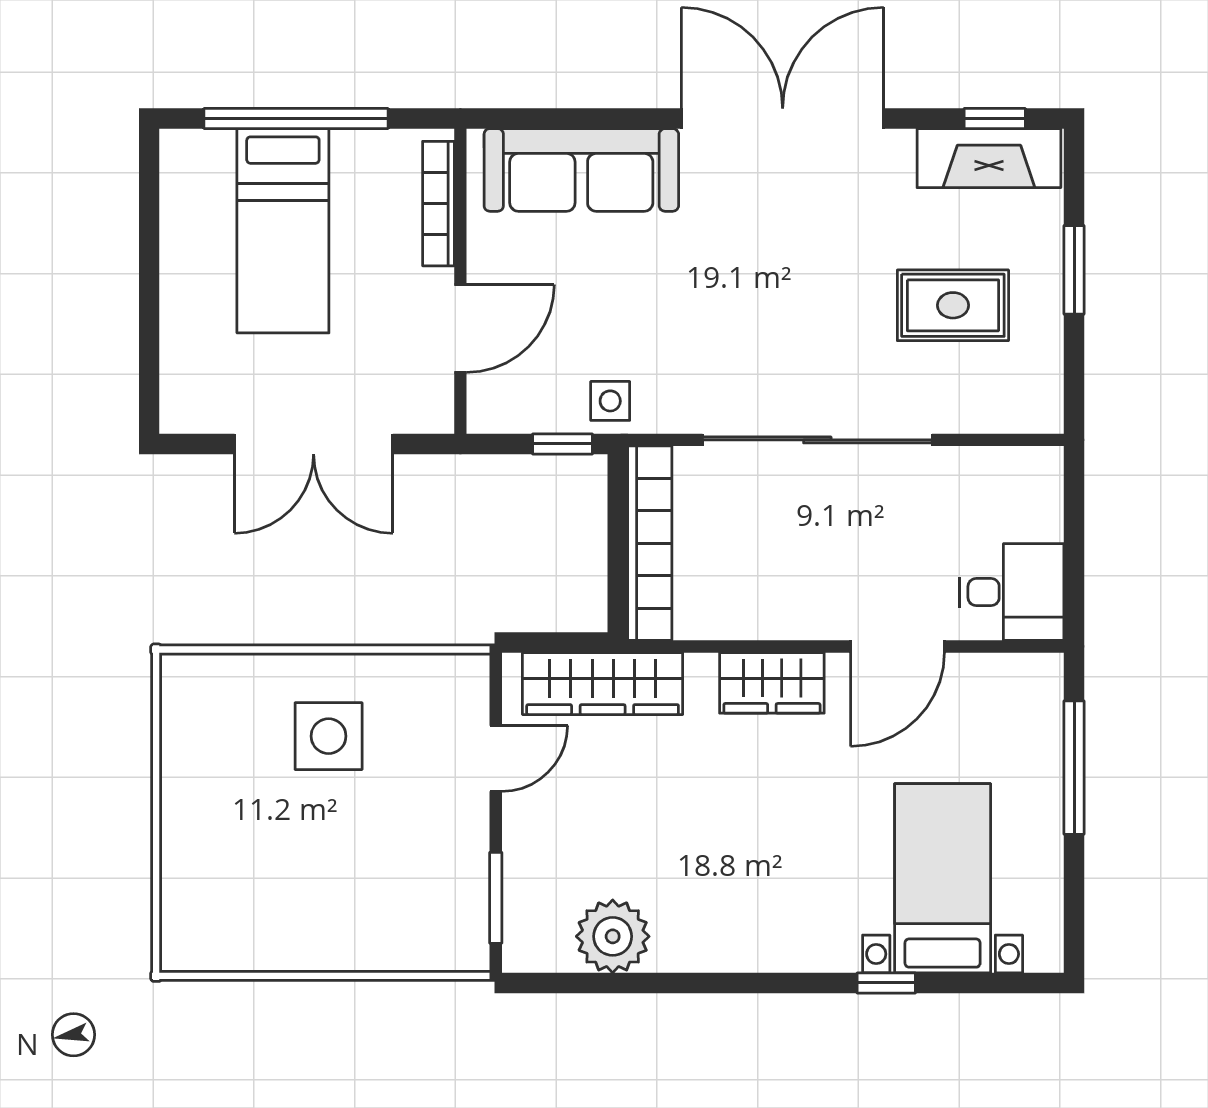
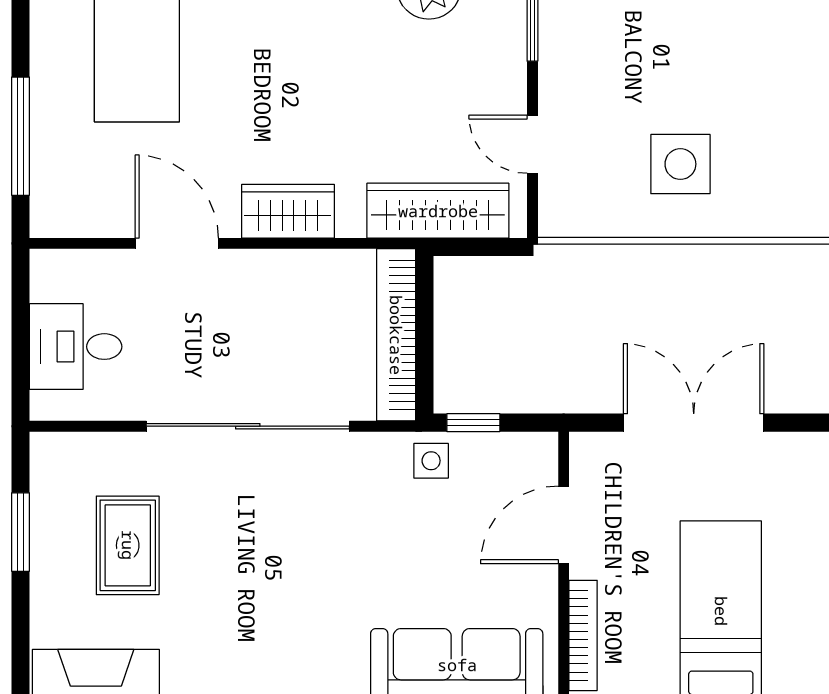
window: (1074, 270) -> (20, 532), moved
rug: (953, 305) -> (128, 545), turned 90
desk: (1012, 592) -> (76, 347), moved
door: (898, 646) -> (177, 243), hinge flipped
door: (496, 759) -> (532, 144), hinge flipped

